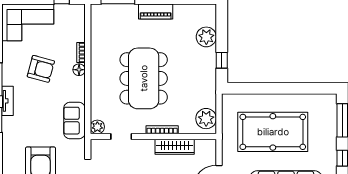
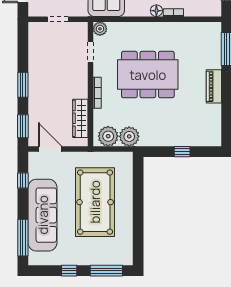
plant: (206, 37) -> (129, 136), moved
window: (222, 60) -> (182, 152), moved
wardrobe: (175, 147) -> (80, 118), moved

